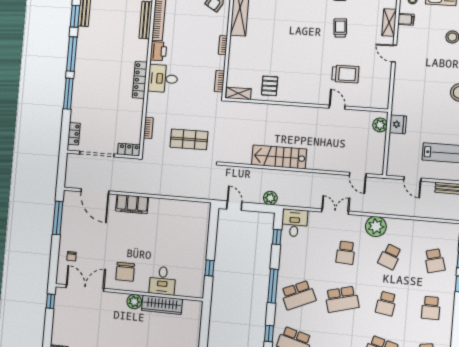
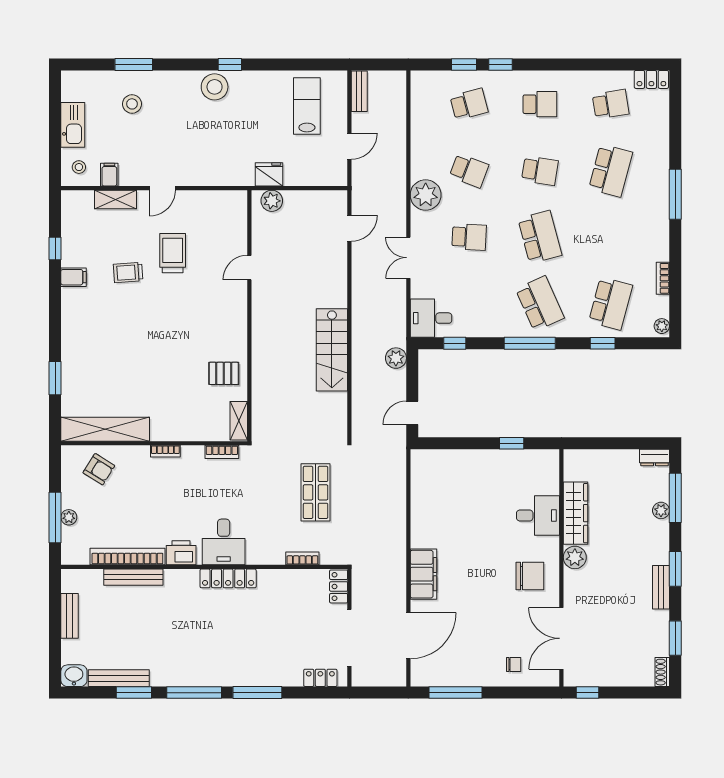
trolley: (345, 74) -> (173, 253), moved

